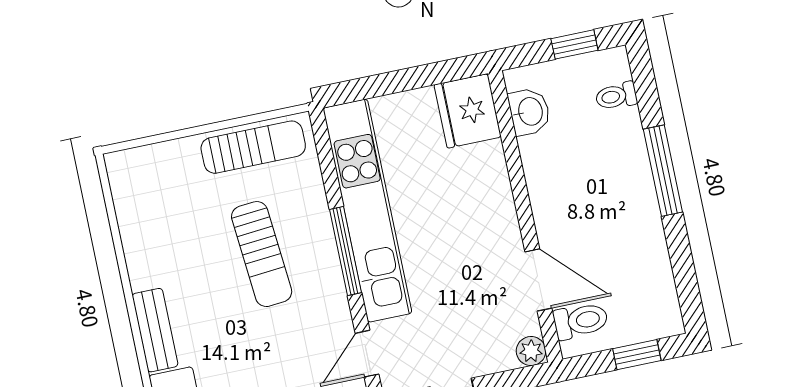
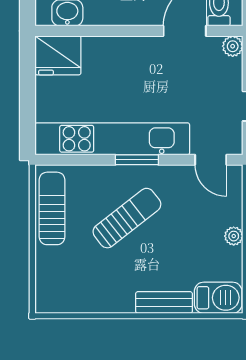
window: (346, 251) -> (137, 160), width x0.69
sun lounger: (262, 254) -> (127, 218), turned -33

